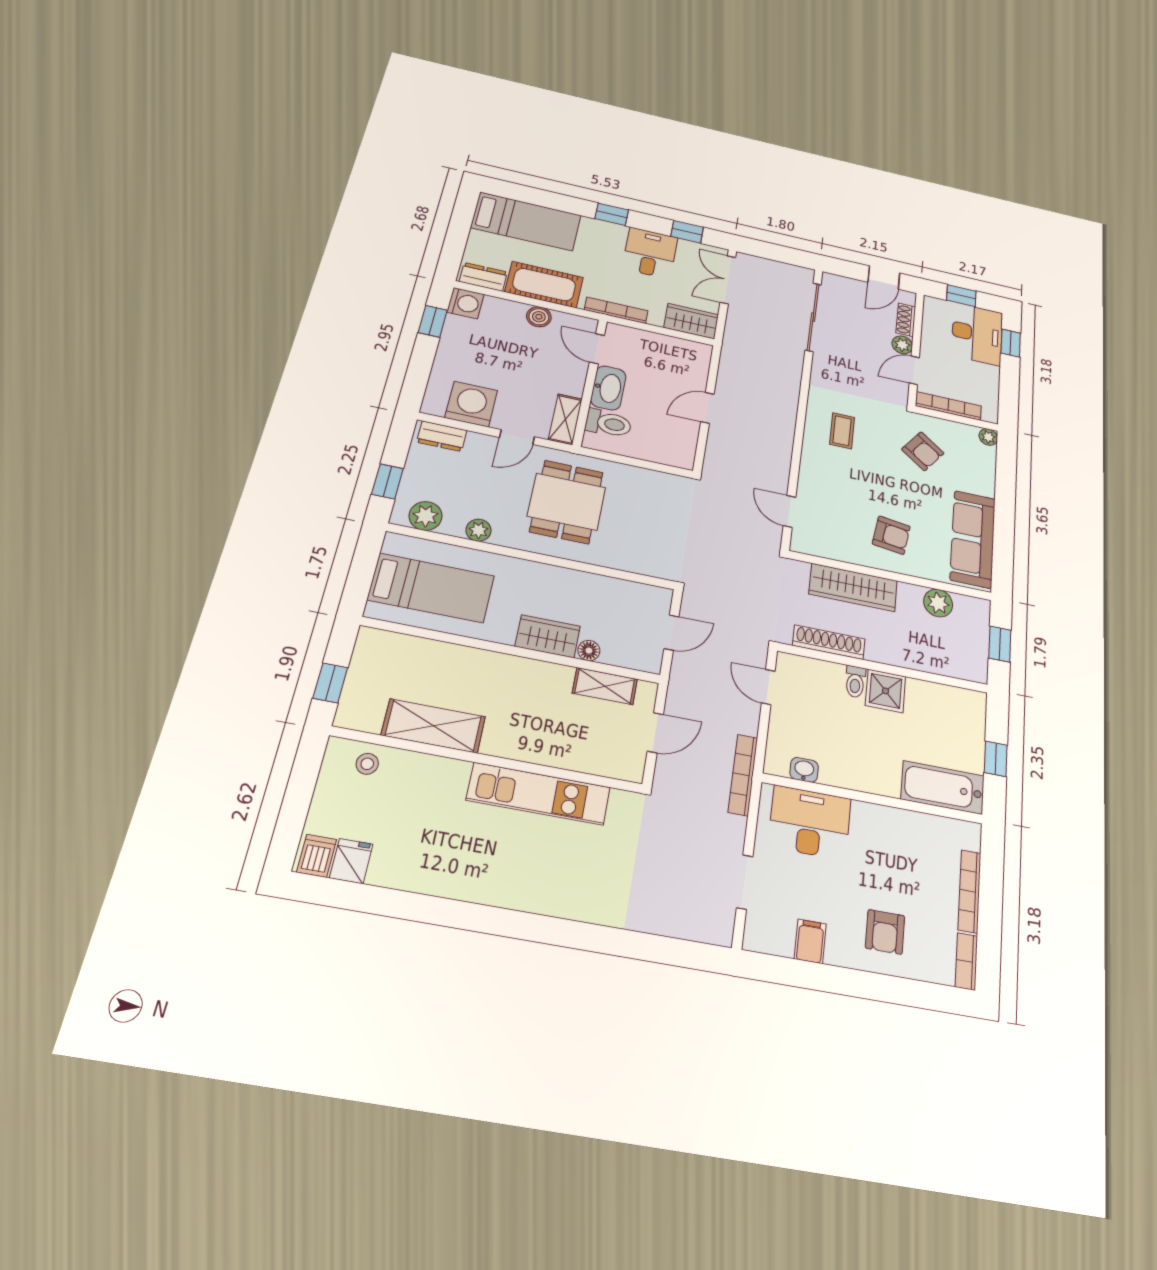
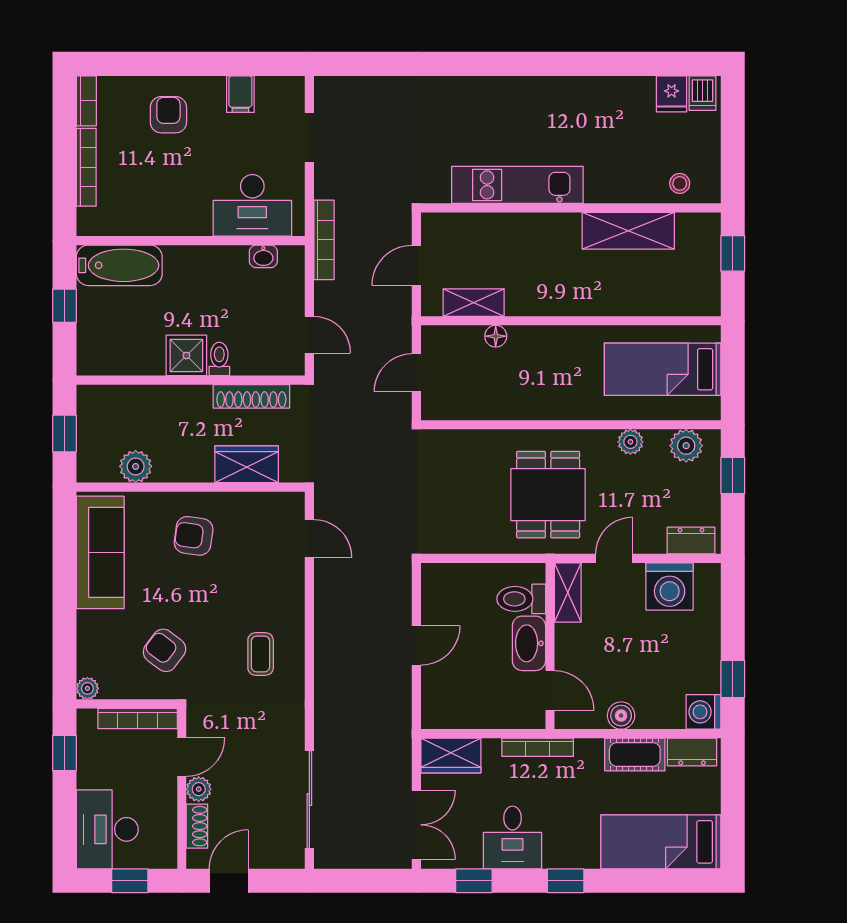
cot: (544, 285) -> (635, 754), width x0.73, depth x0.75
window: (1011, 343) -> (64, 753), moved
wardrobe: (853, 587) -> (247, 464), width x0.67
wardrobe: (548, 636) -> (539, 343), removed

